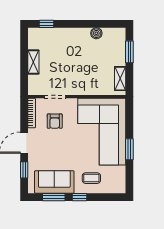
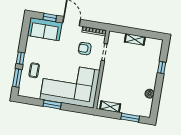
window: (47, 24) -> (162, 68), moved
sofa: (54, 182) -> (45, 29), moved, turned 90
window: (54, 197) -> (17, 78), moved

